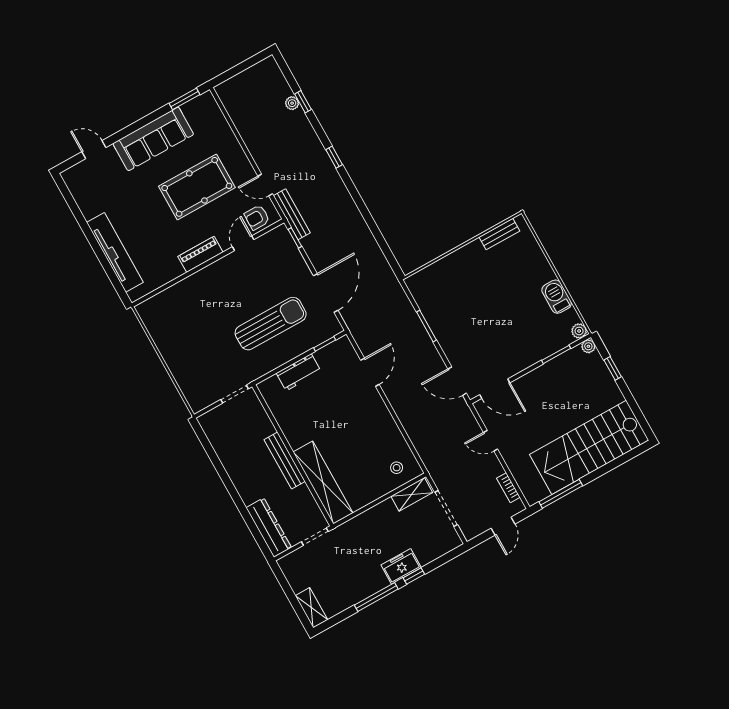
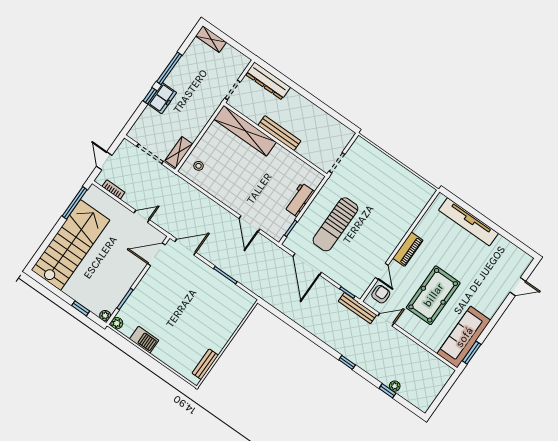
sofa: (153, 139) -> (464, 337), moved

